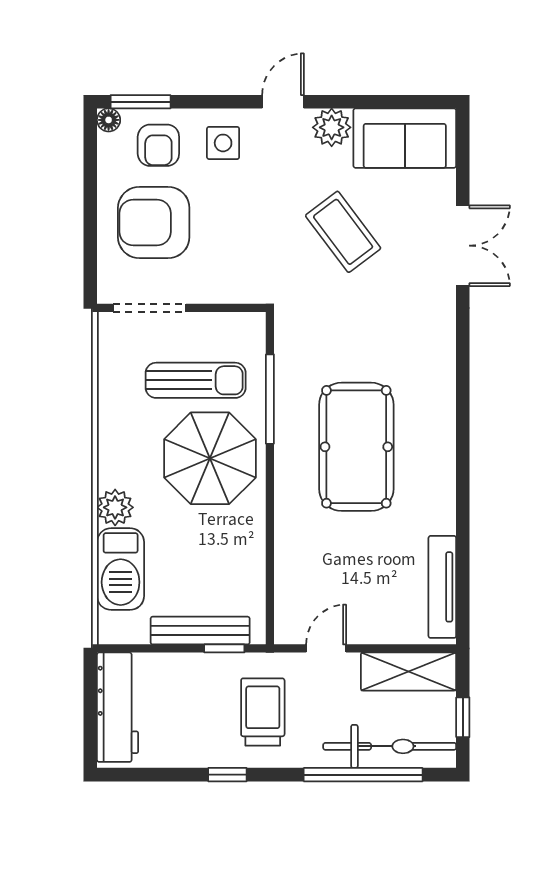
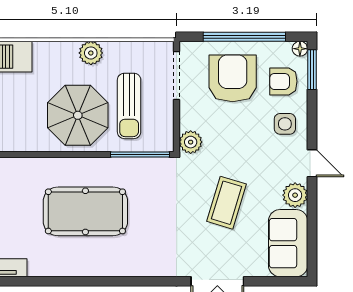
window: (90, 205) -> (244, 37), added
coffee table: (343, 232) -> (227, 203), turned -36
plant: (251, 287) -> (191, 142), added
window: (270, 399) -> (140, 155), moved
plant: (115, 507) -> (91, 53), moved

